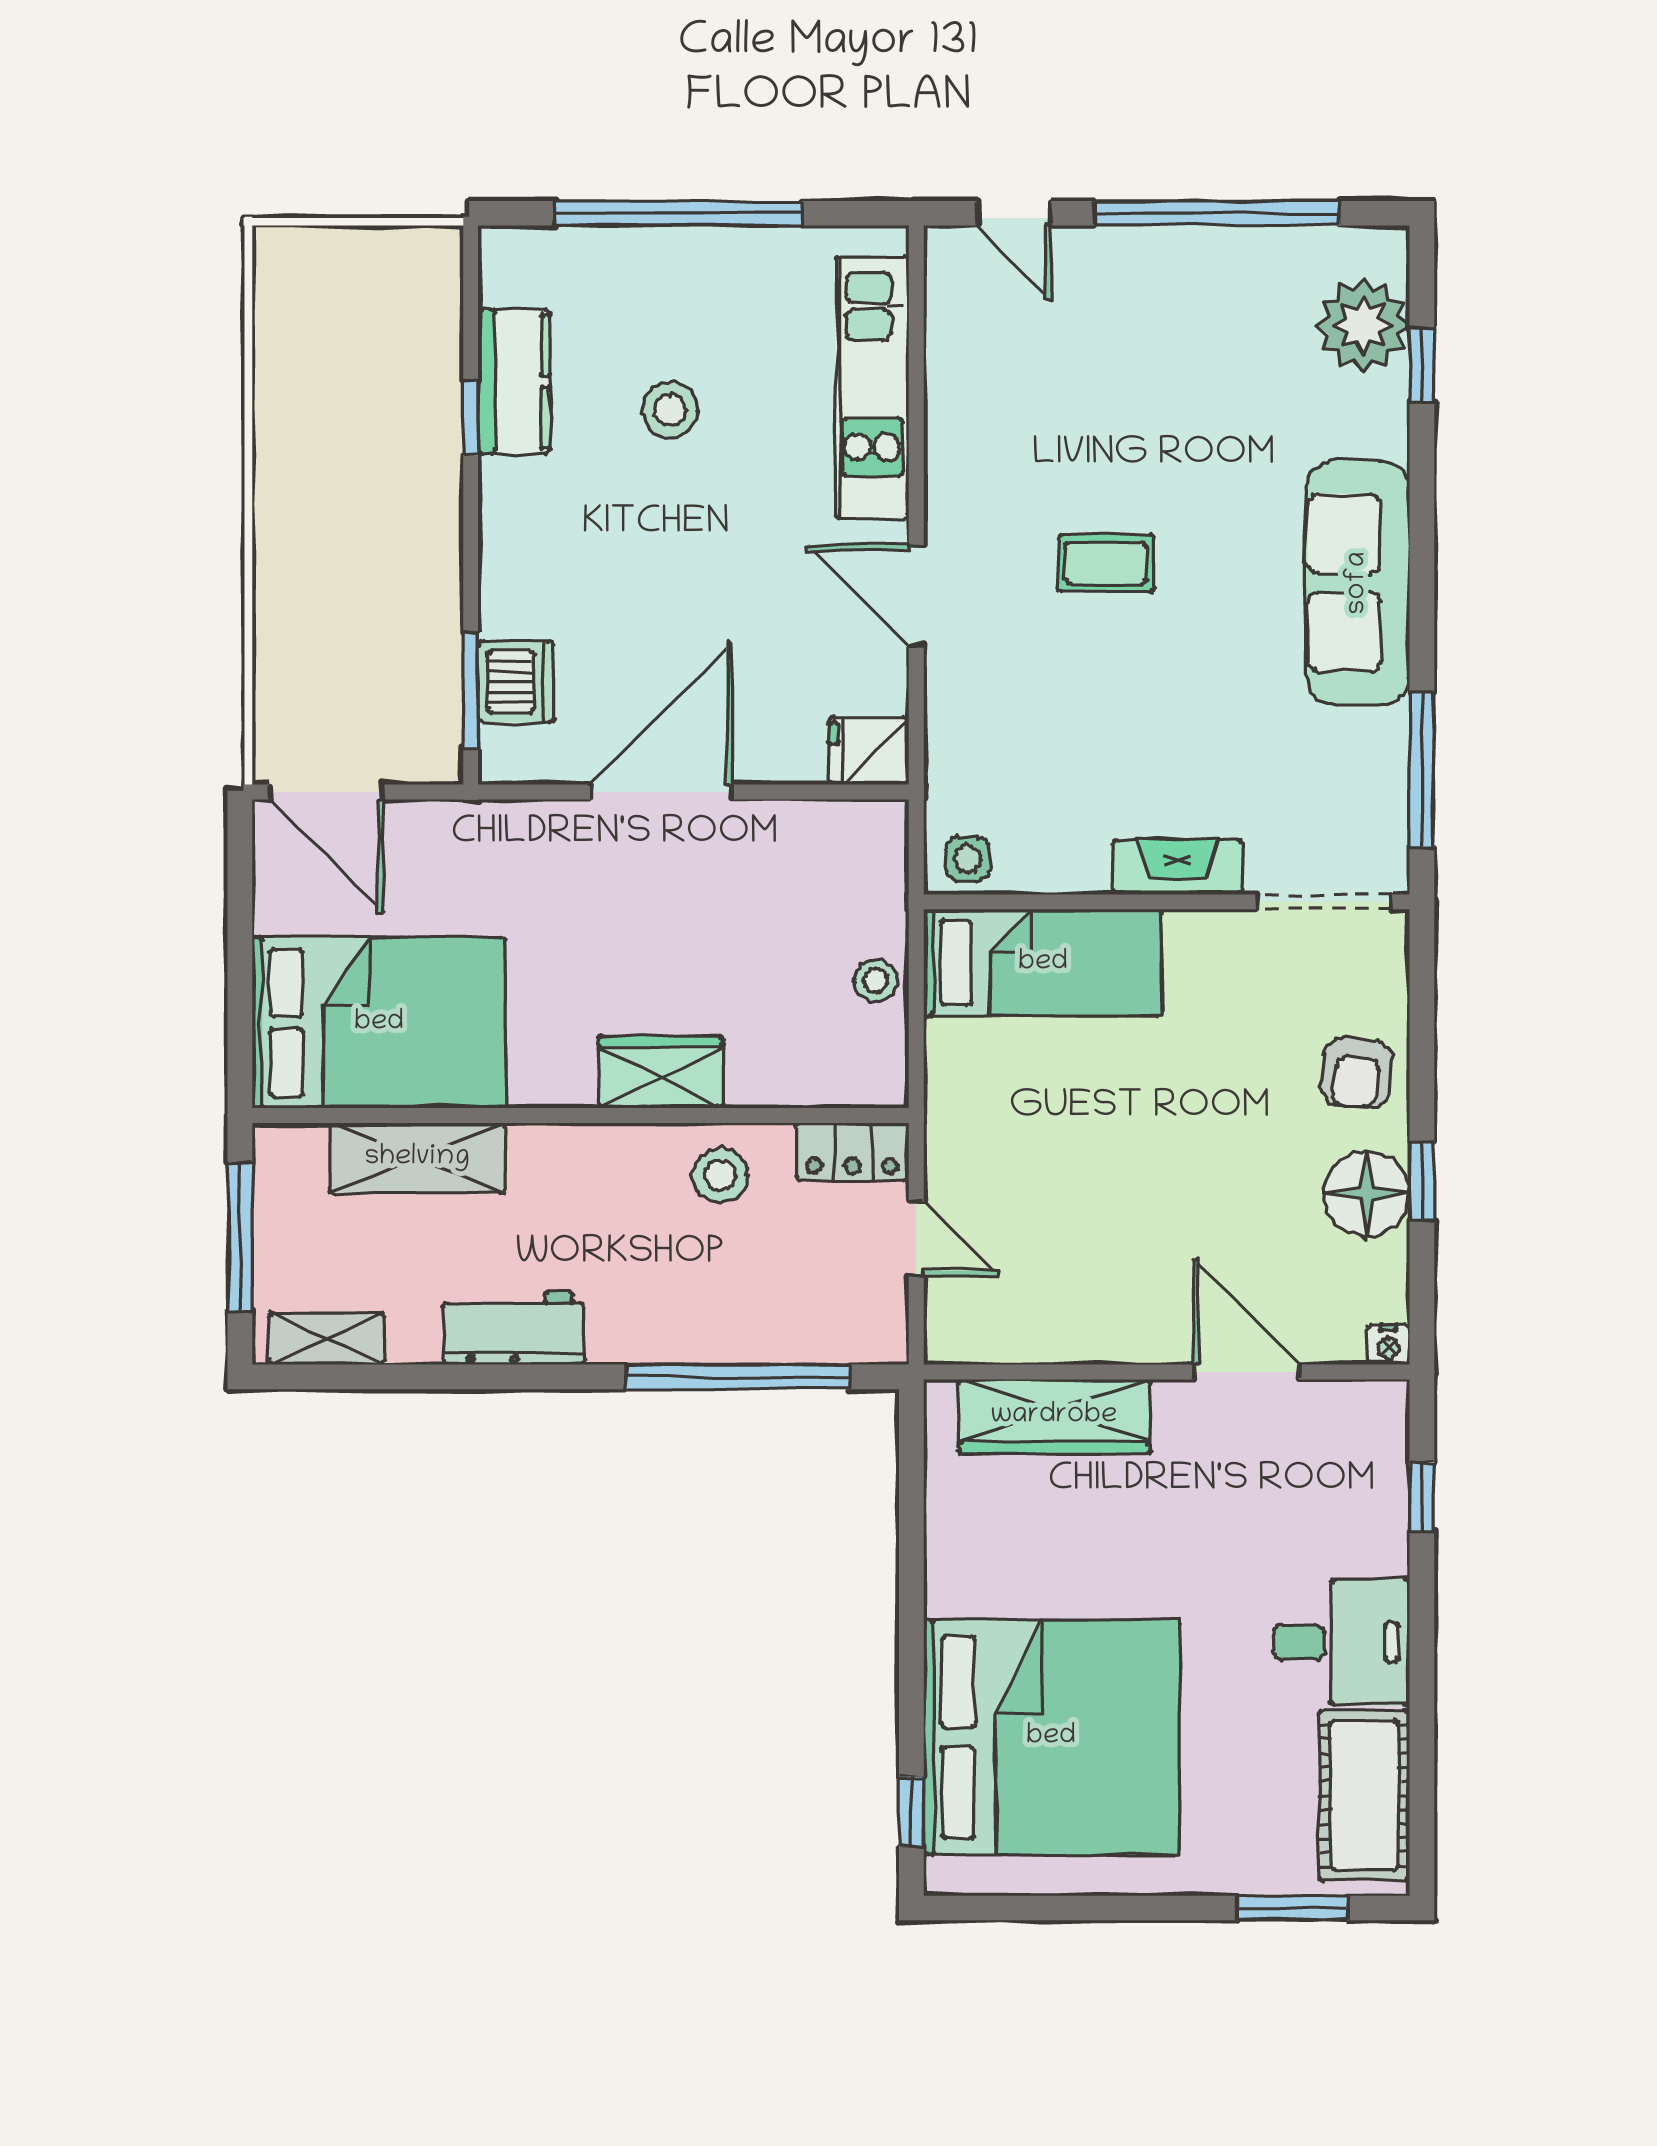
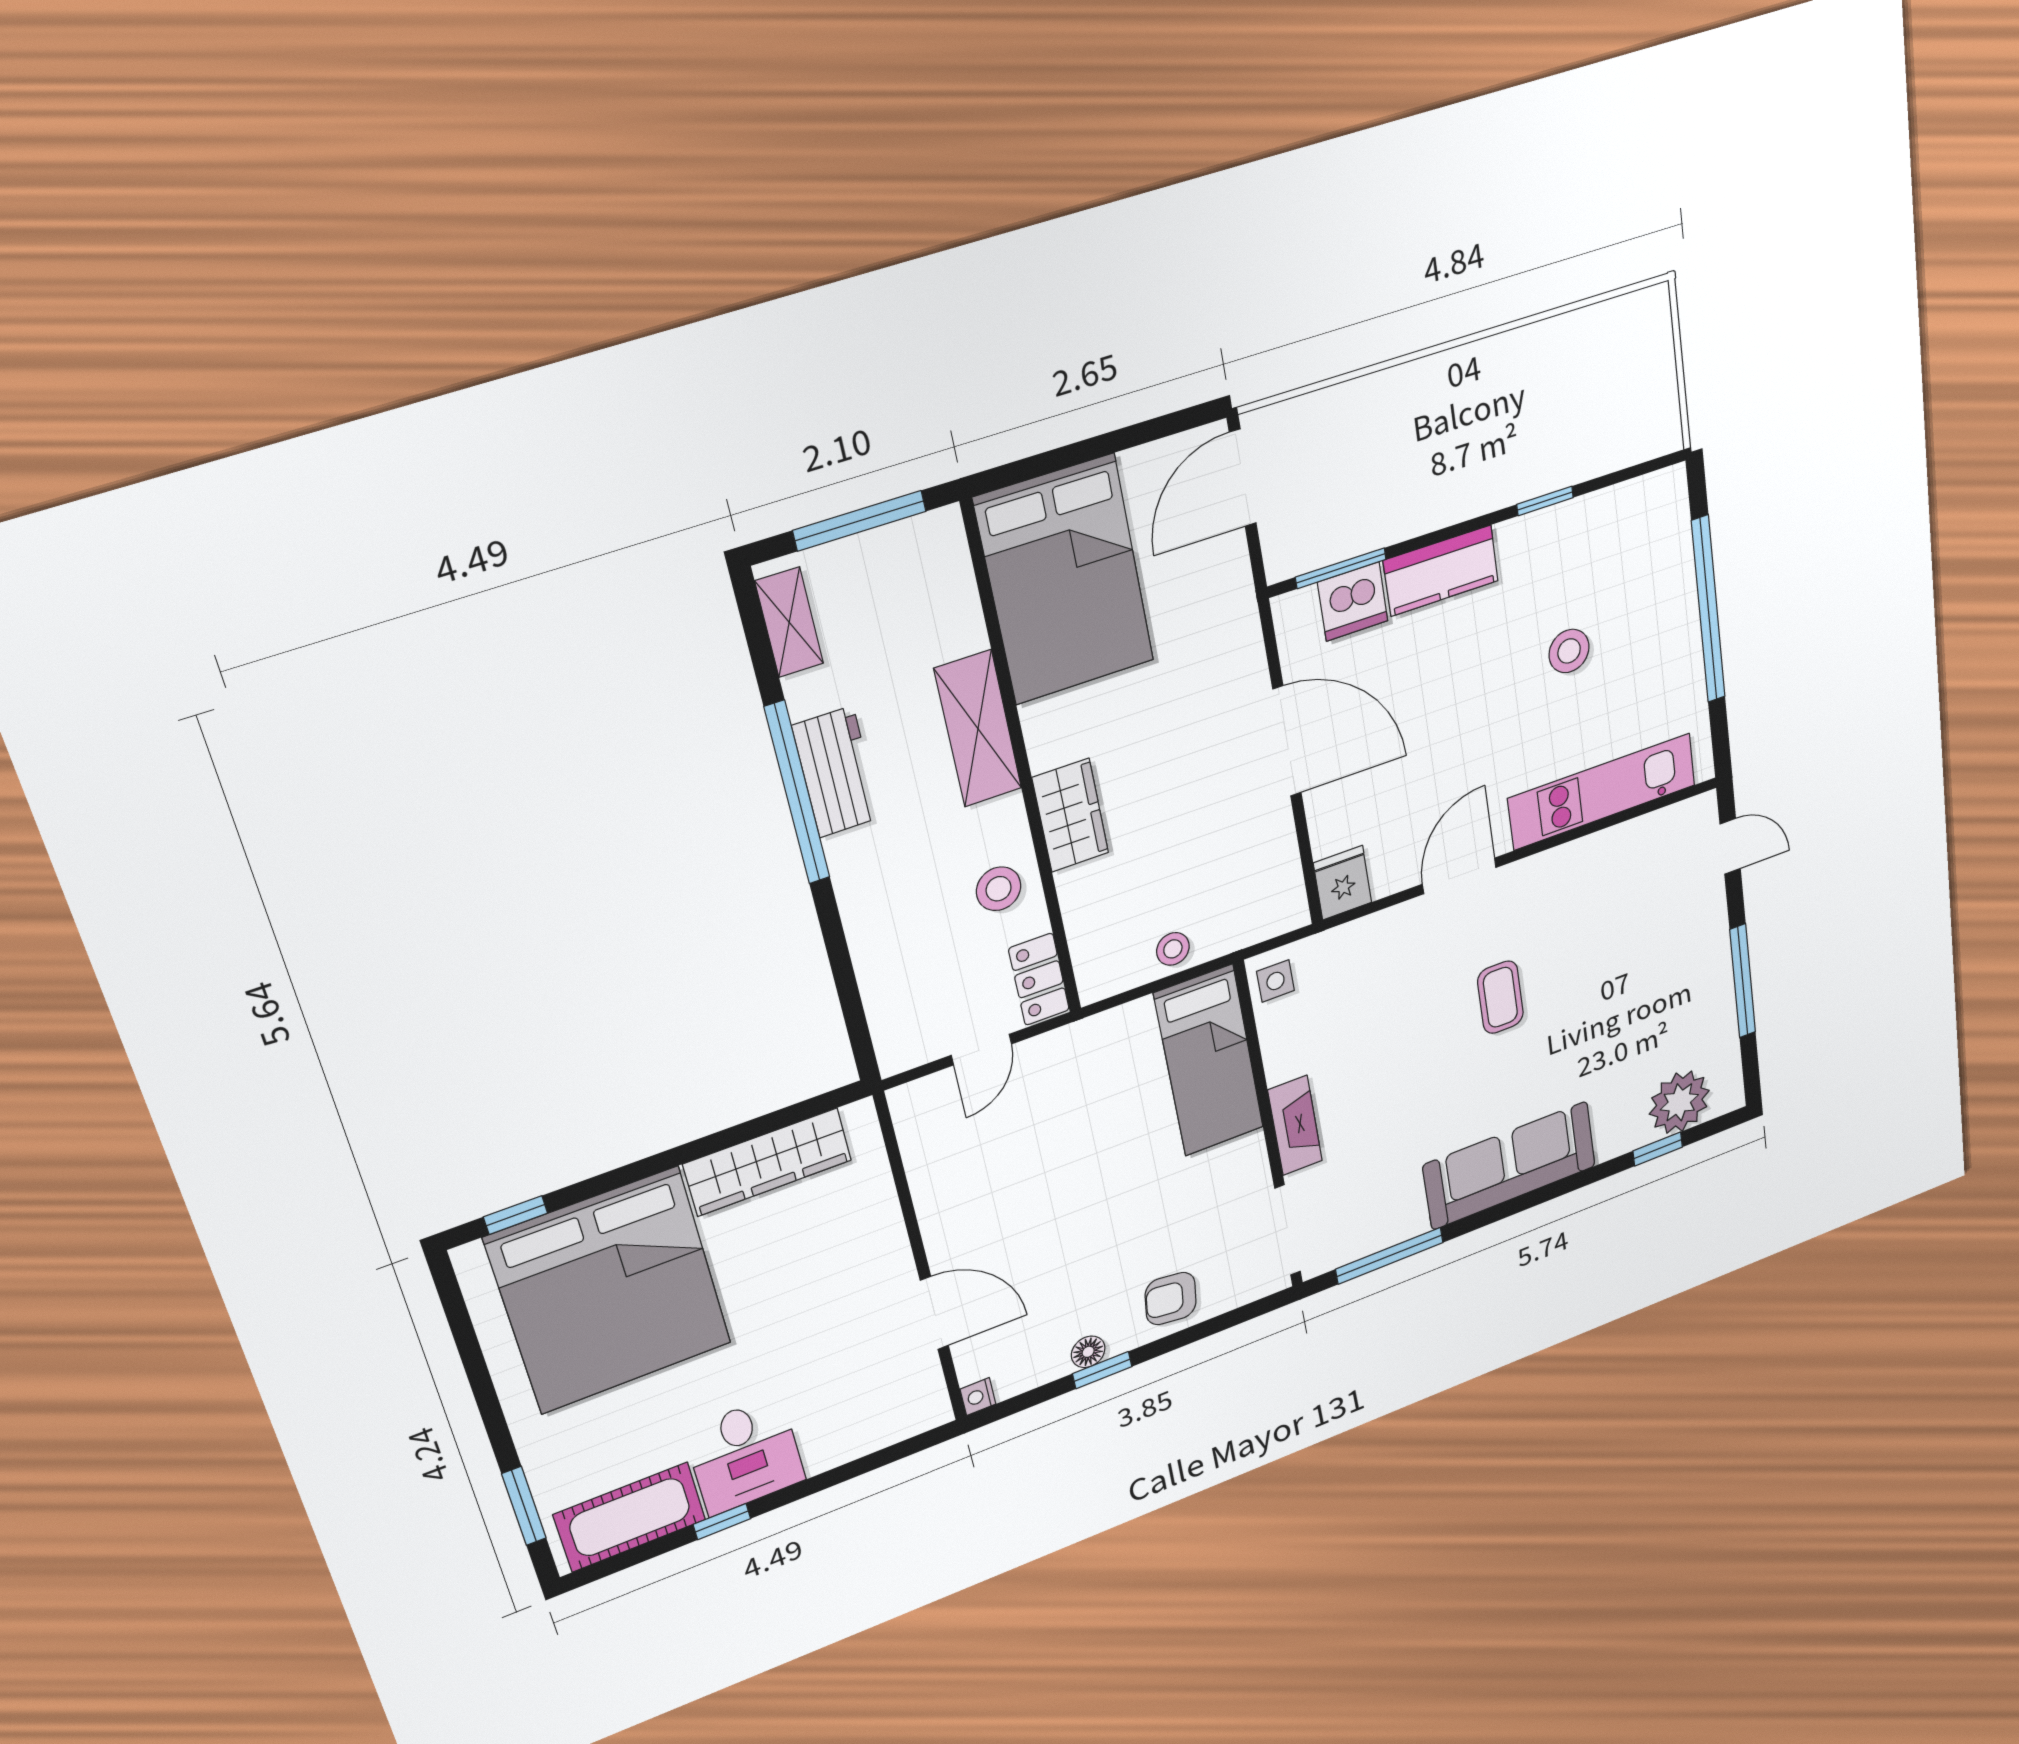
door: (1014, 213) -> (1730, 846), swing flipped
window: (1217, 213) -> (1743, 981), width x0.68
kitchen counter: (514, 382) -> (1441, 571), moved
shelving: (417, 1158) -> (978, 729), moved
floor lamp: (1367, 1194) -> (1088, 1352), width x0.53, depth x0.53
door: (1246, 1372) -> (934, 1313), hinge flipped
window: (738, 1377) -> (797, 793), moved
wardrobe: (1054, 1416) -> (768, 1162), moved, turned -90
window: (1422, 1497) -> (722, 1522), moved

